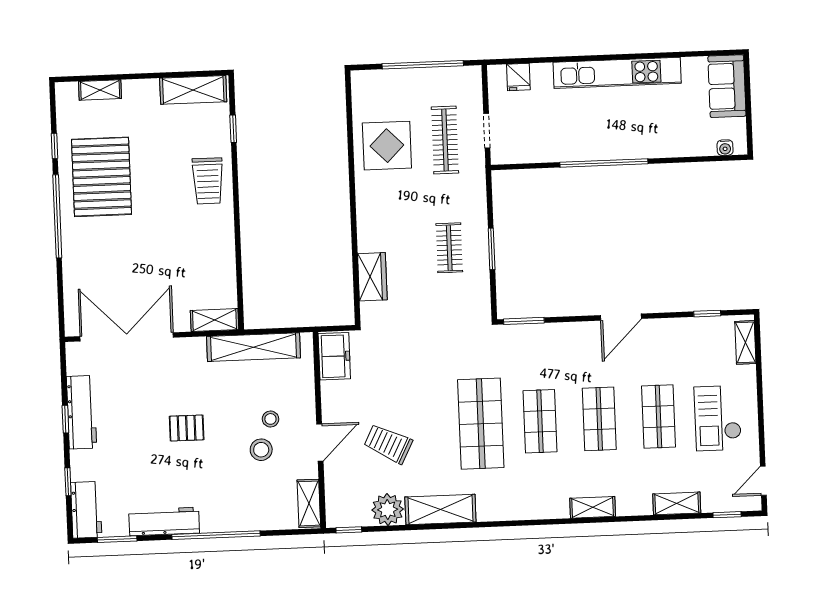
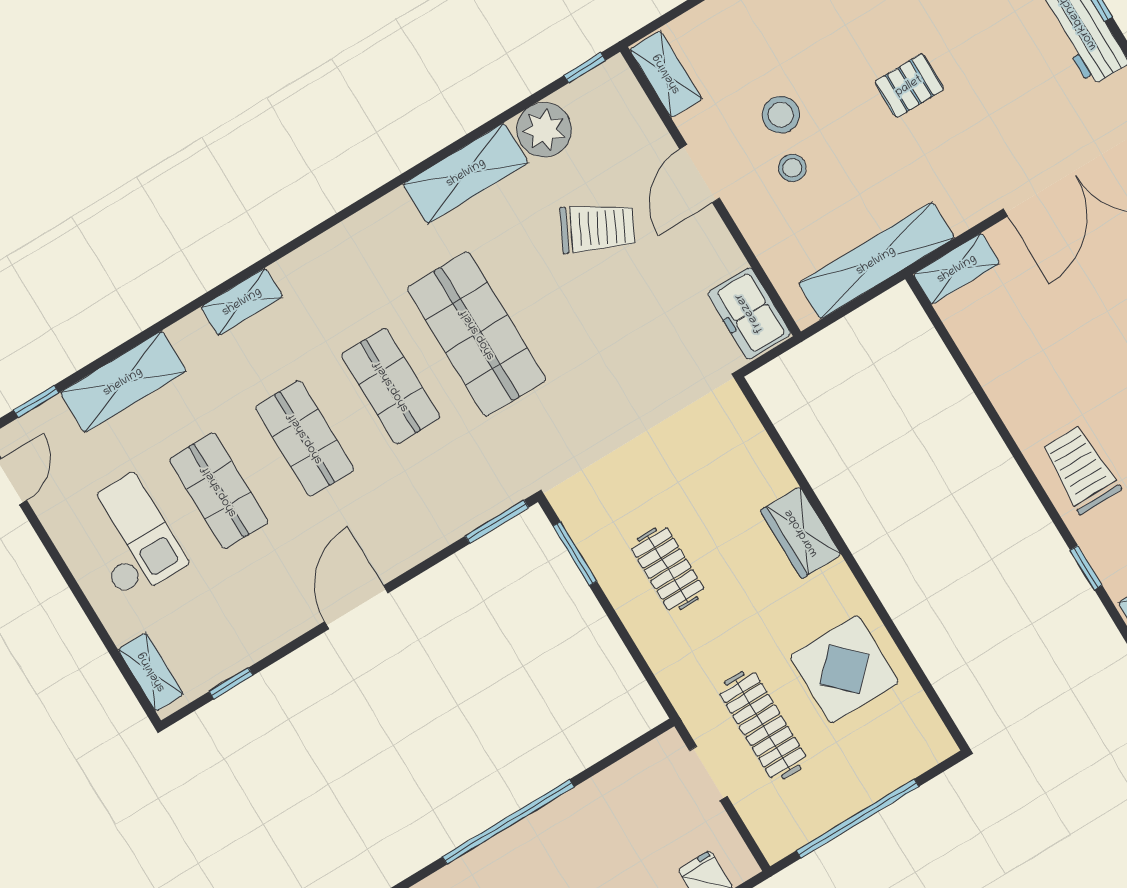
window: (492, 249) -> (575, 554), moved
wardrobe: (372, 277) -> (801, 533), moved
shelving: (677, 503) -> (123, 382), width x1.50, depth x1.33

